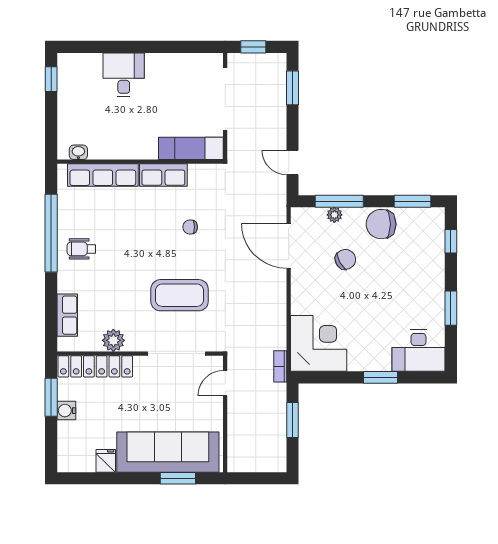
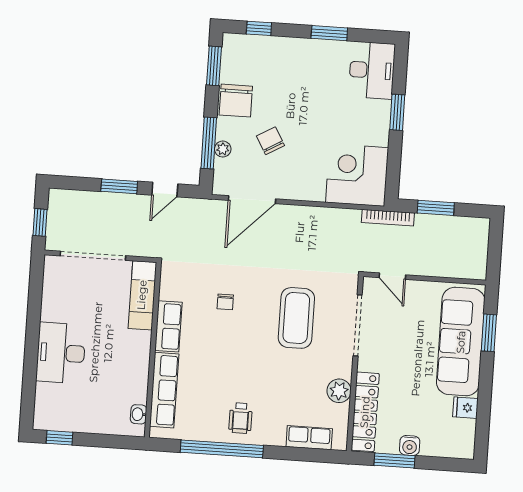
desk: (124, 75) -> (61, 353), width x1.37
window: (293, 88) -> (119, 186), moved
bookcase: (280, 366) -> (388, 218), width x1.56

